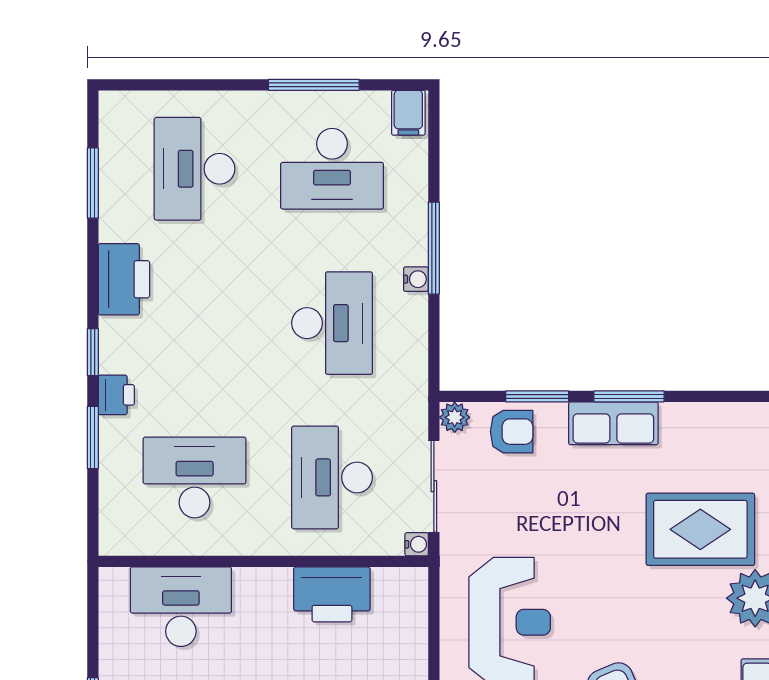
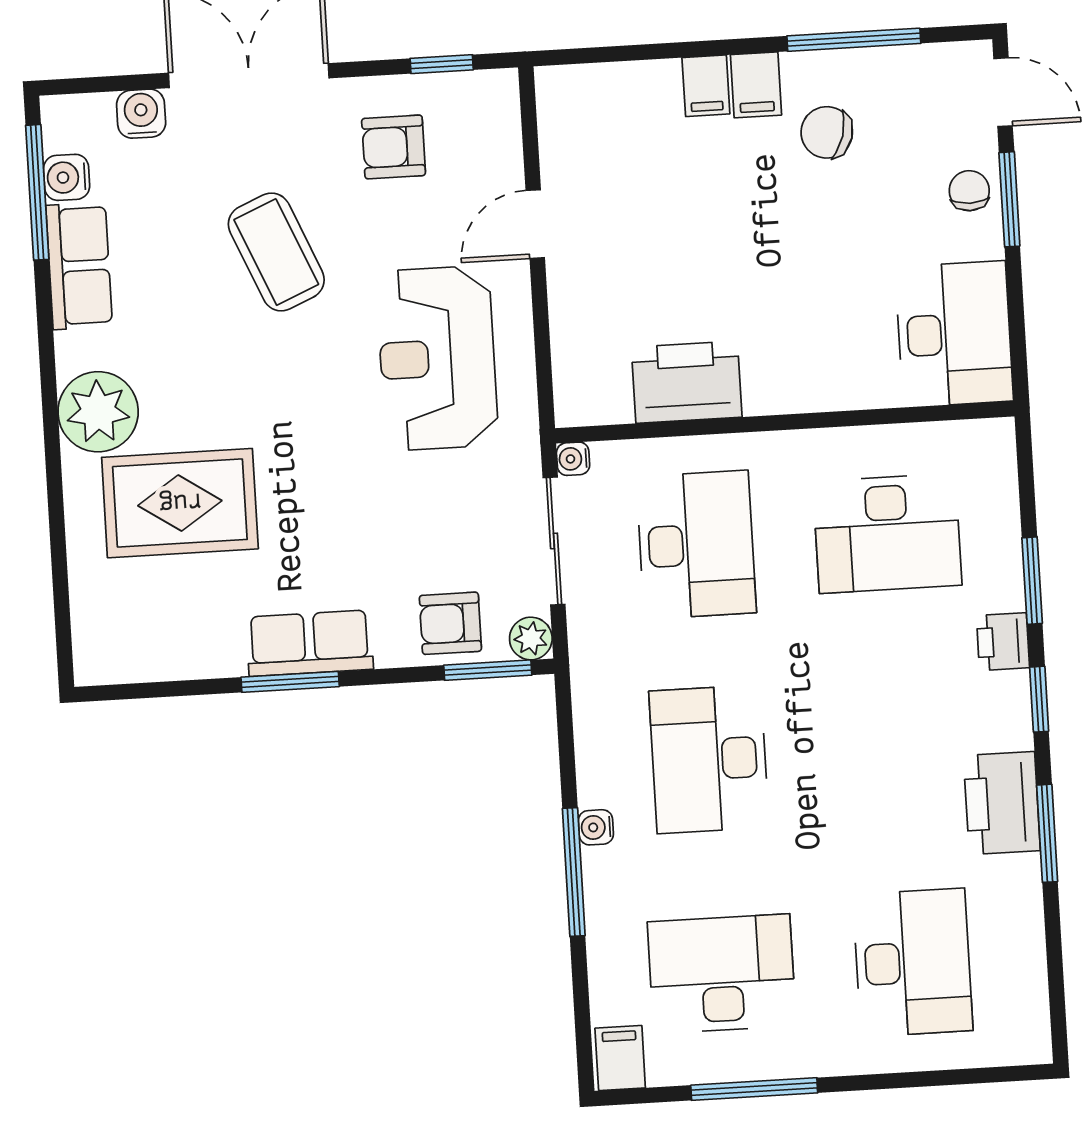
window: (93, 183) -> (1047, 833), moved
window: (537, 396) -> (488, 670), moved
desk: (181, 607) -> (954, 334), moved, turned -90

